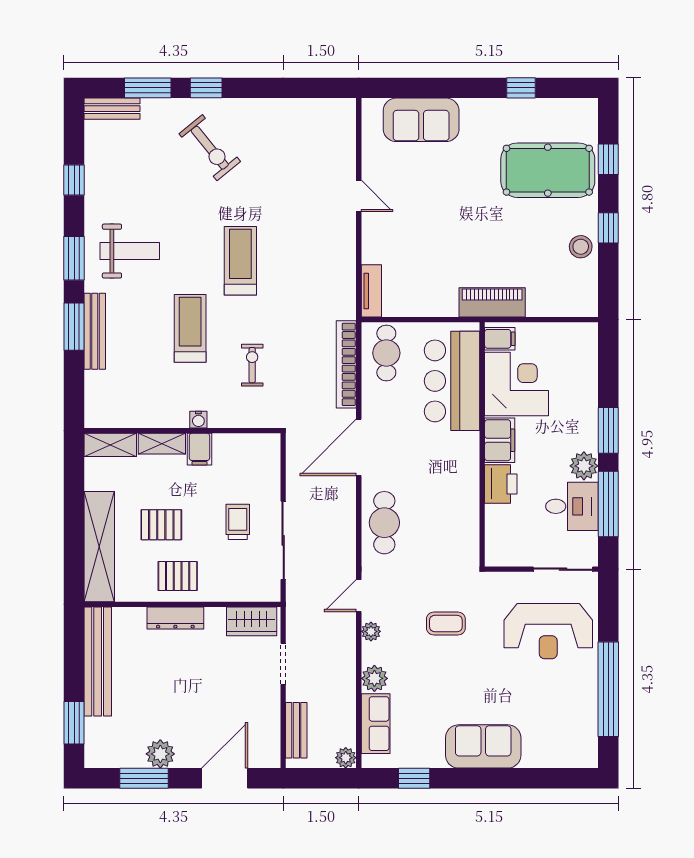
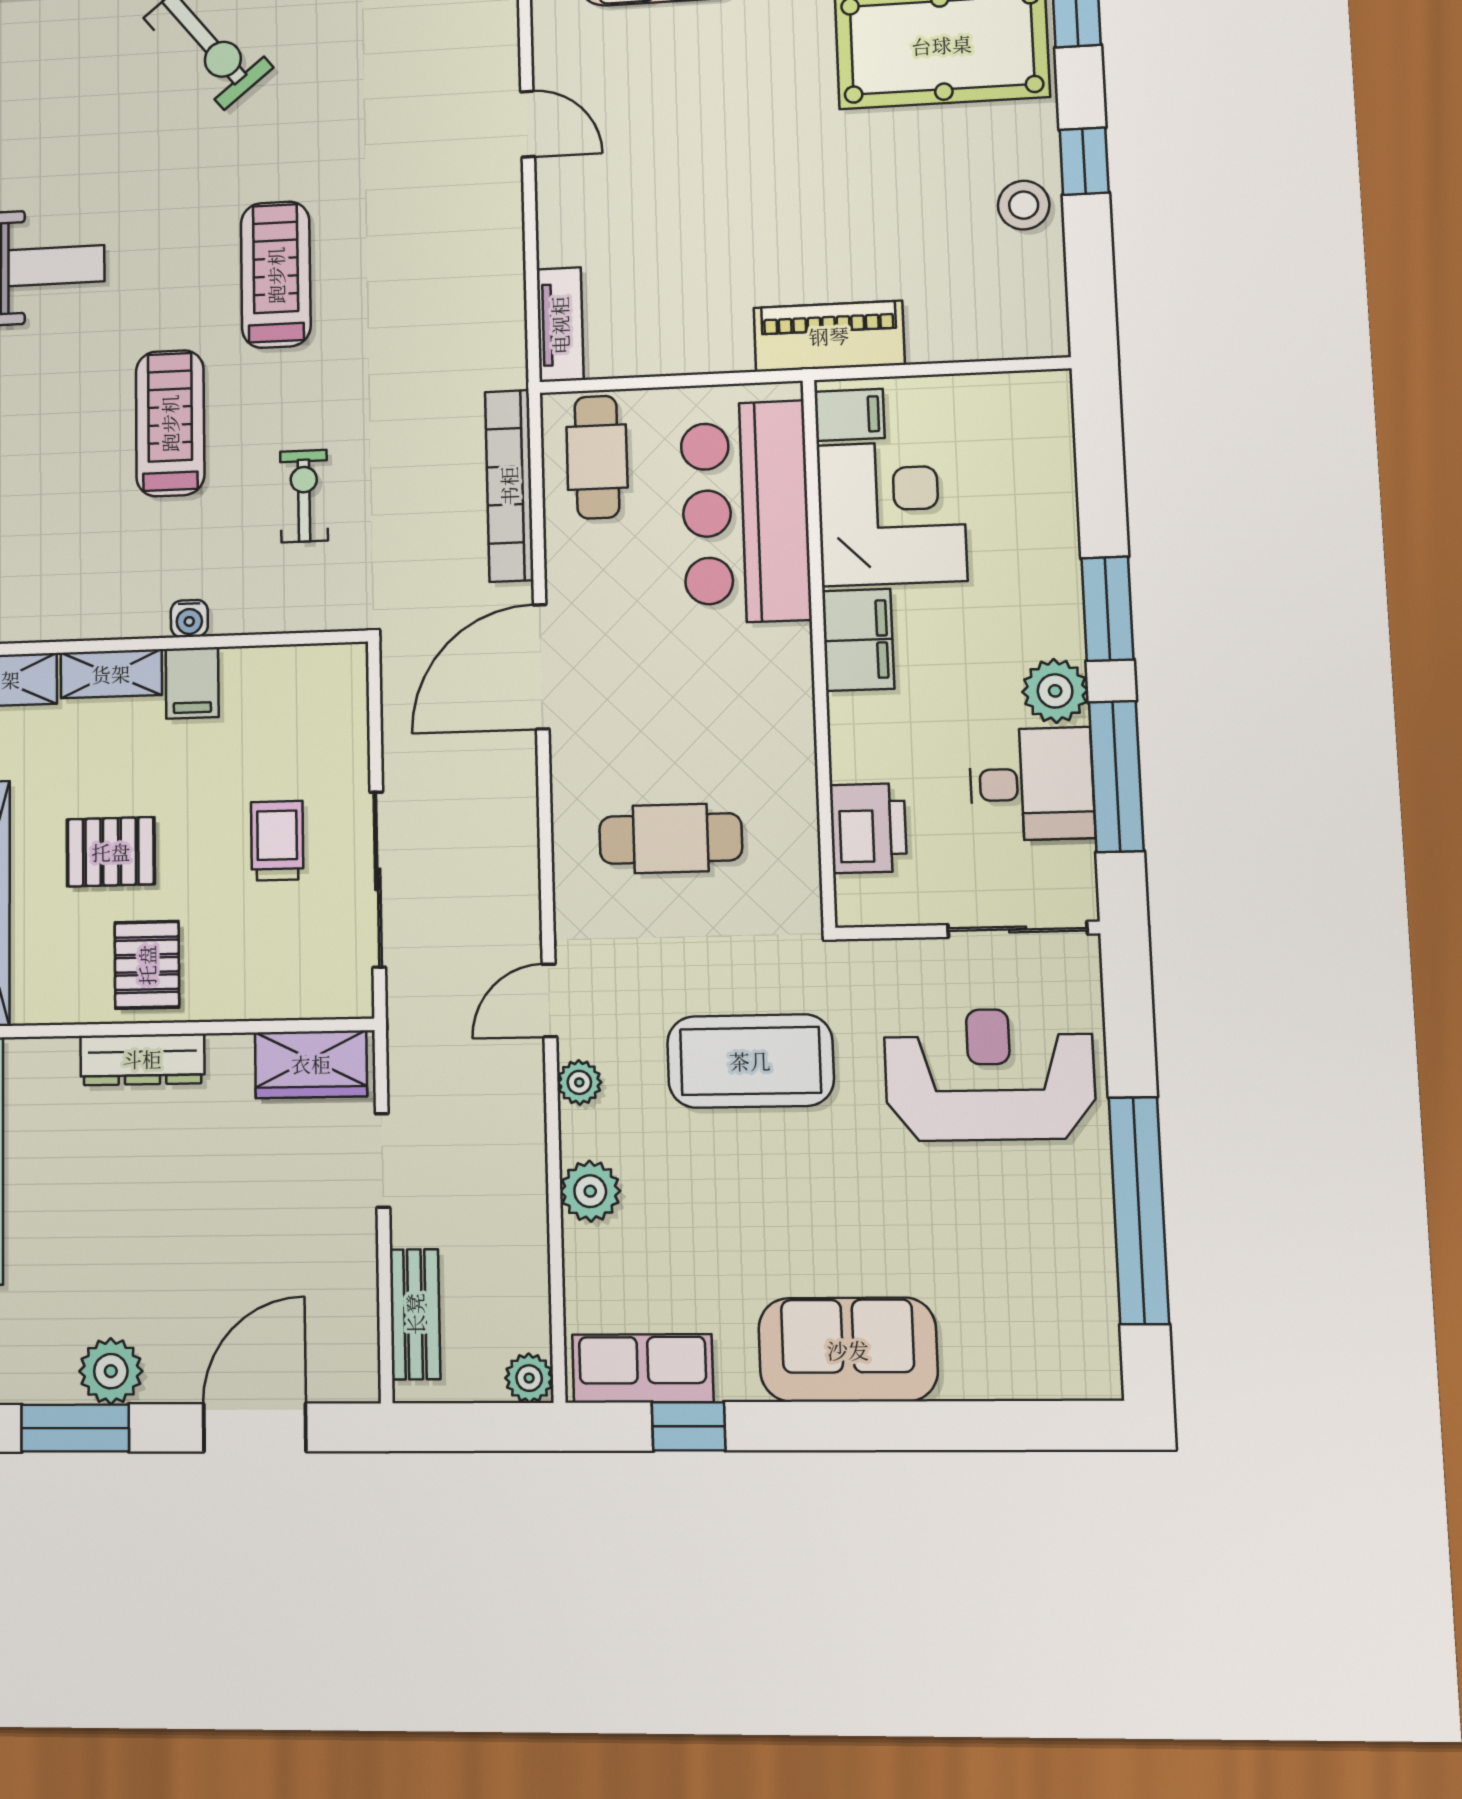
printer: (501, 484) -> (868, 828), moved
cafe table: (384, 523) -> (671, 838), moved, turned 90
pallet: (178, 576) -> (147, 965), turned 90
coffee table: (446, 624) -> (750, 1061), width x1.86, depth x1.72
reception desk: (548, 631) -> (990, 1075), turned 180
row of seats: (376, 724) -> (643, 1368), moved, turned -90

